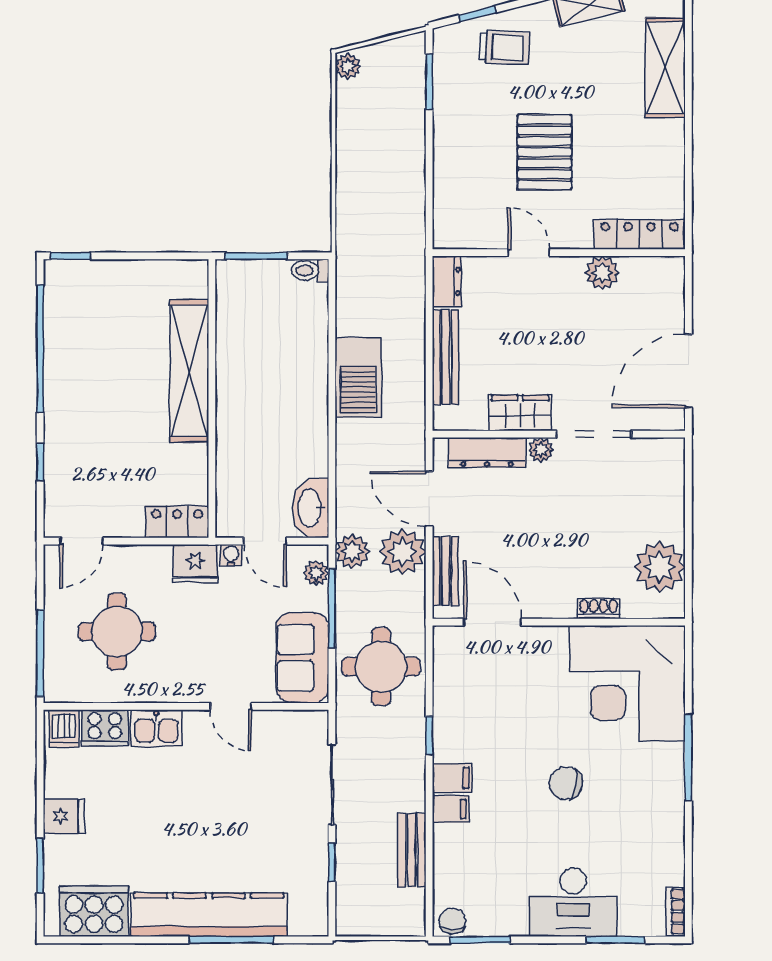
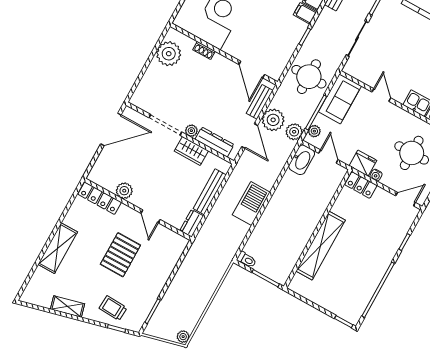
shelving: (665, 68) -> (58, 248), moved
water cooler: (231, 555) -> (376, 175), moved

